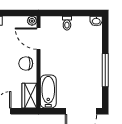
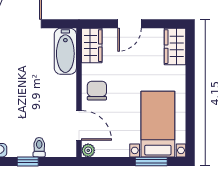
window: (75, 13) -> (28, 161), added
chair: (26, 63) -> (97, 91), turned -90

